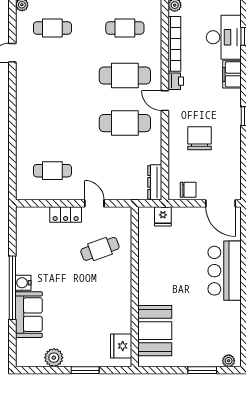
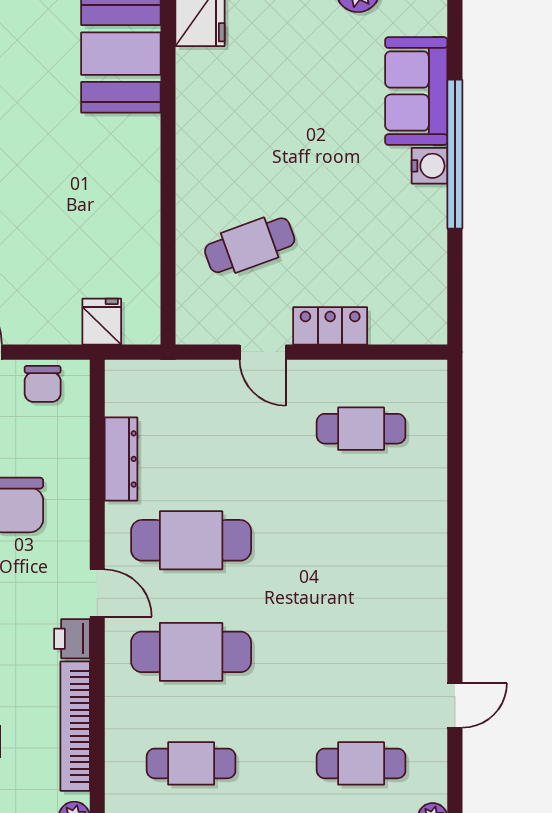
dresser: (155, 182) -> (121, 459), moved
chair: (188, 190) -> (43, 384), turned -90

